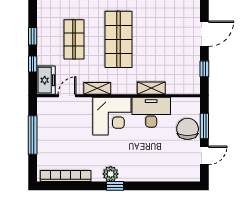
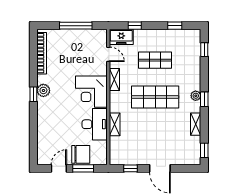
window: (33, 36) -> (175, 26), moved
door: (204, 155) -> (59, 168), swing flipped

